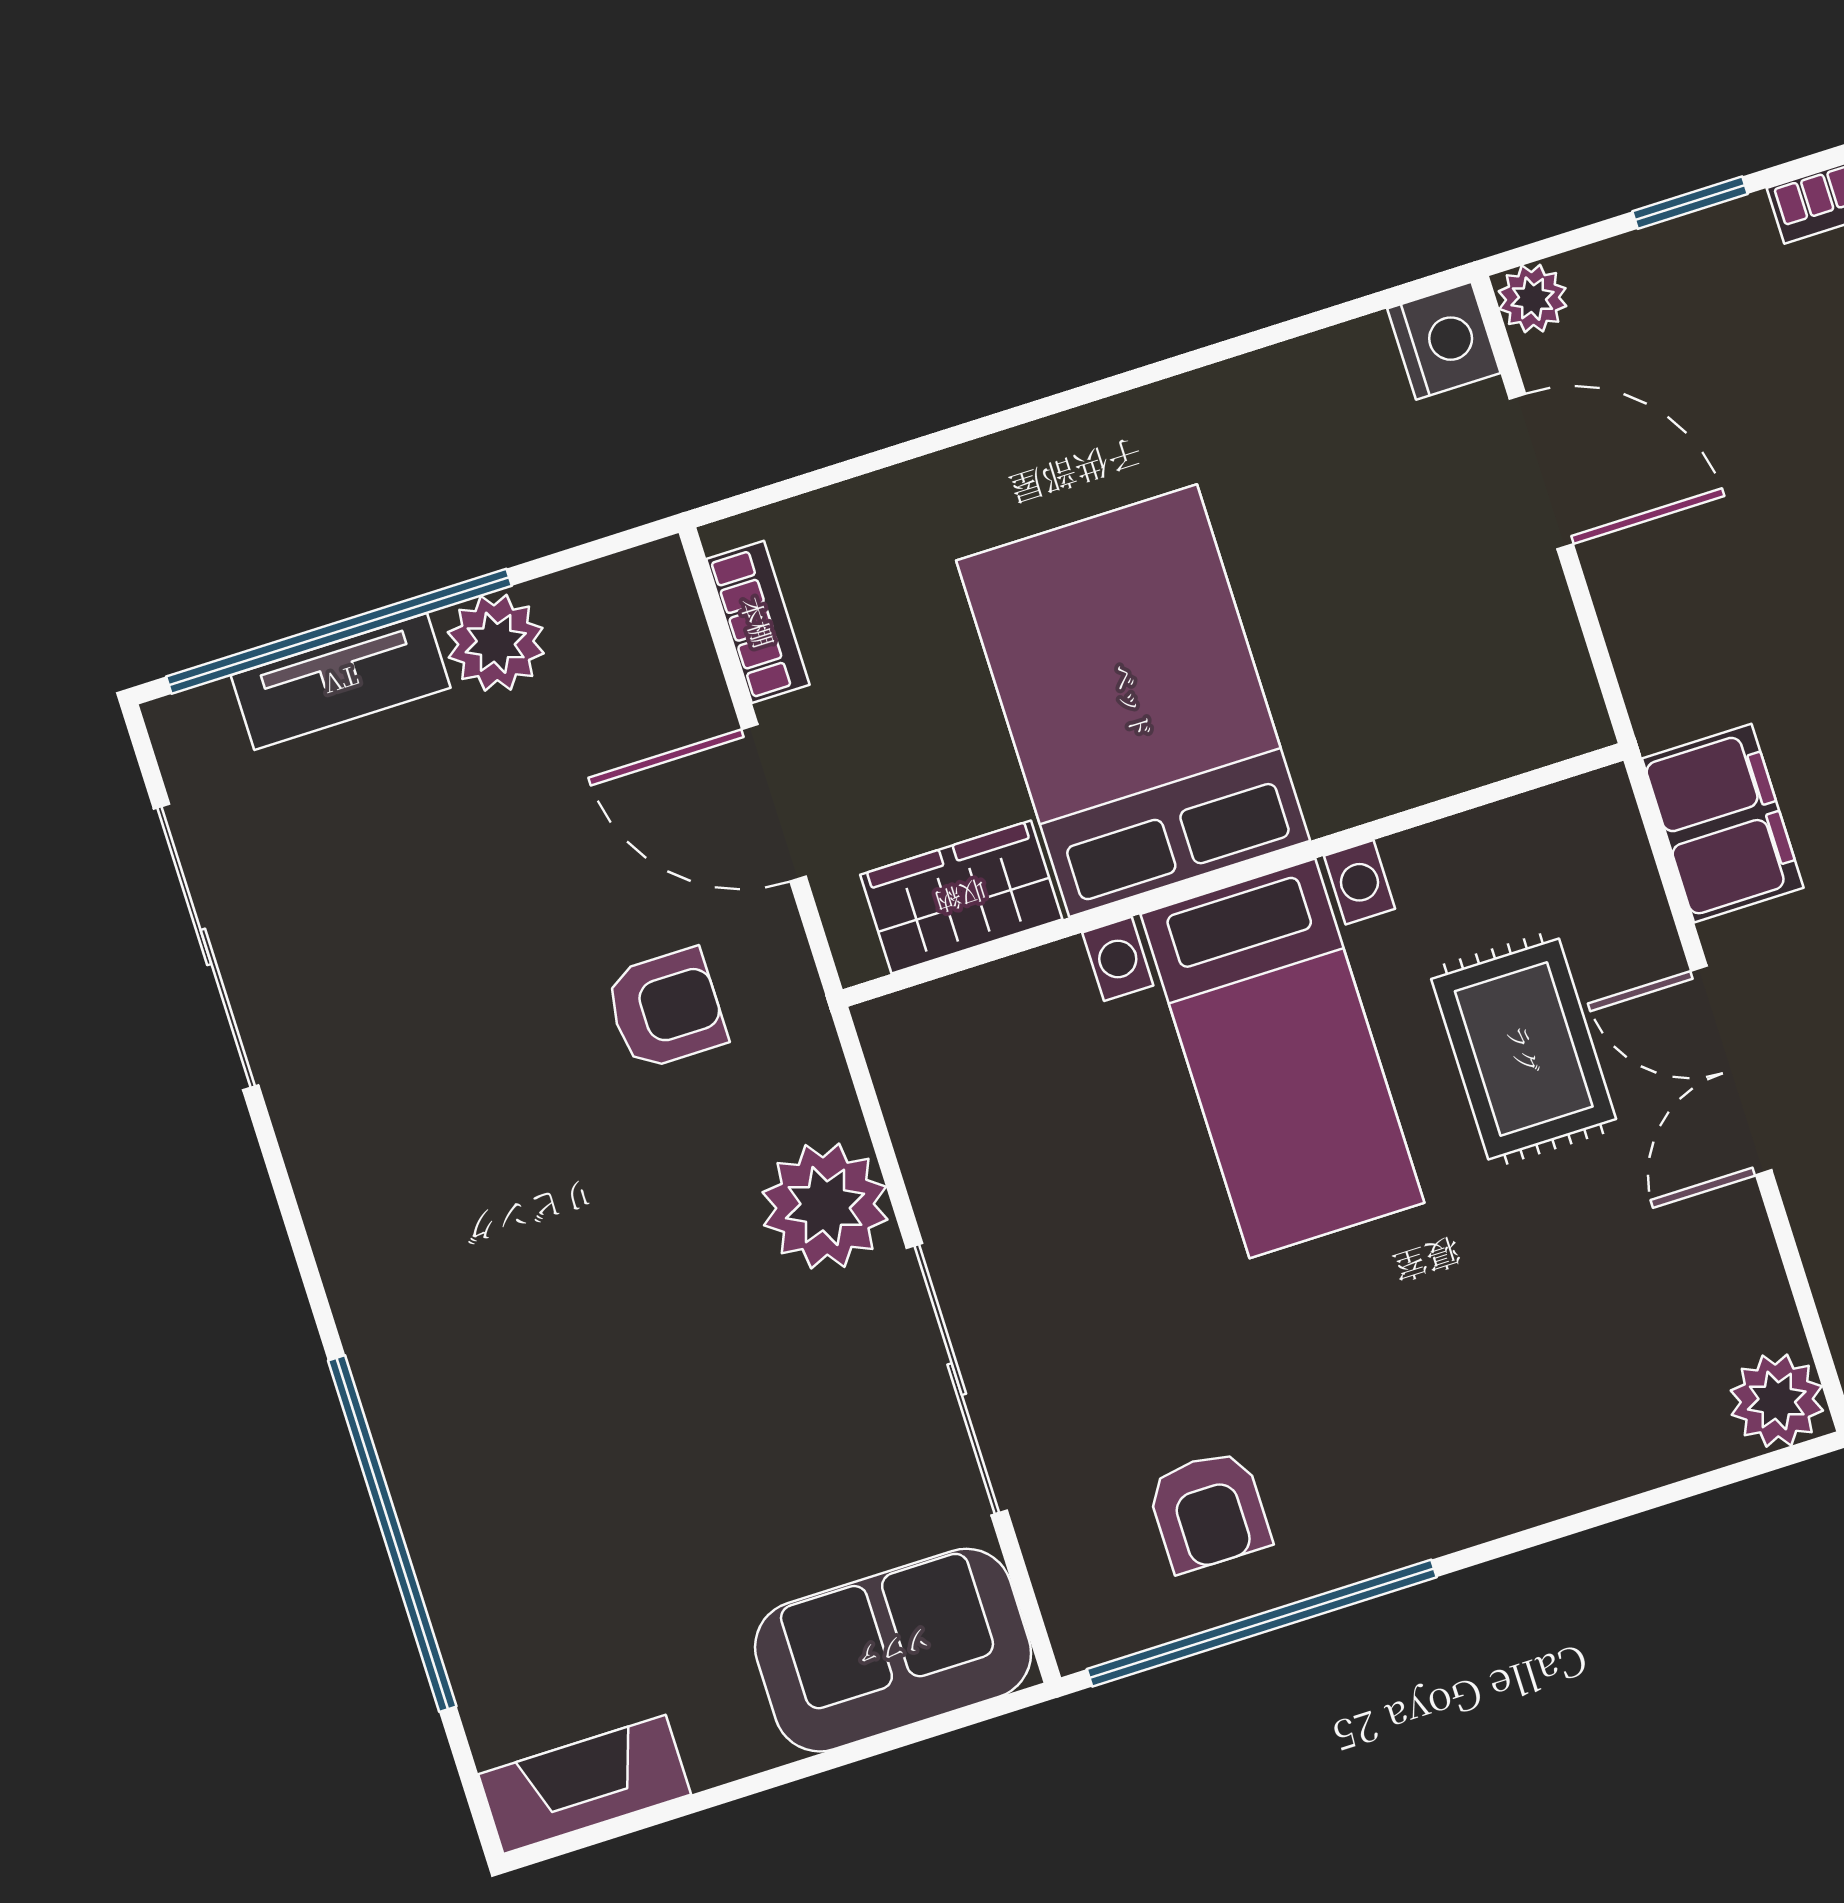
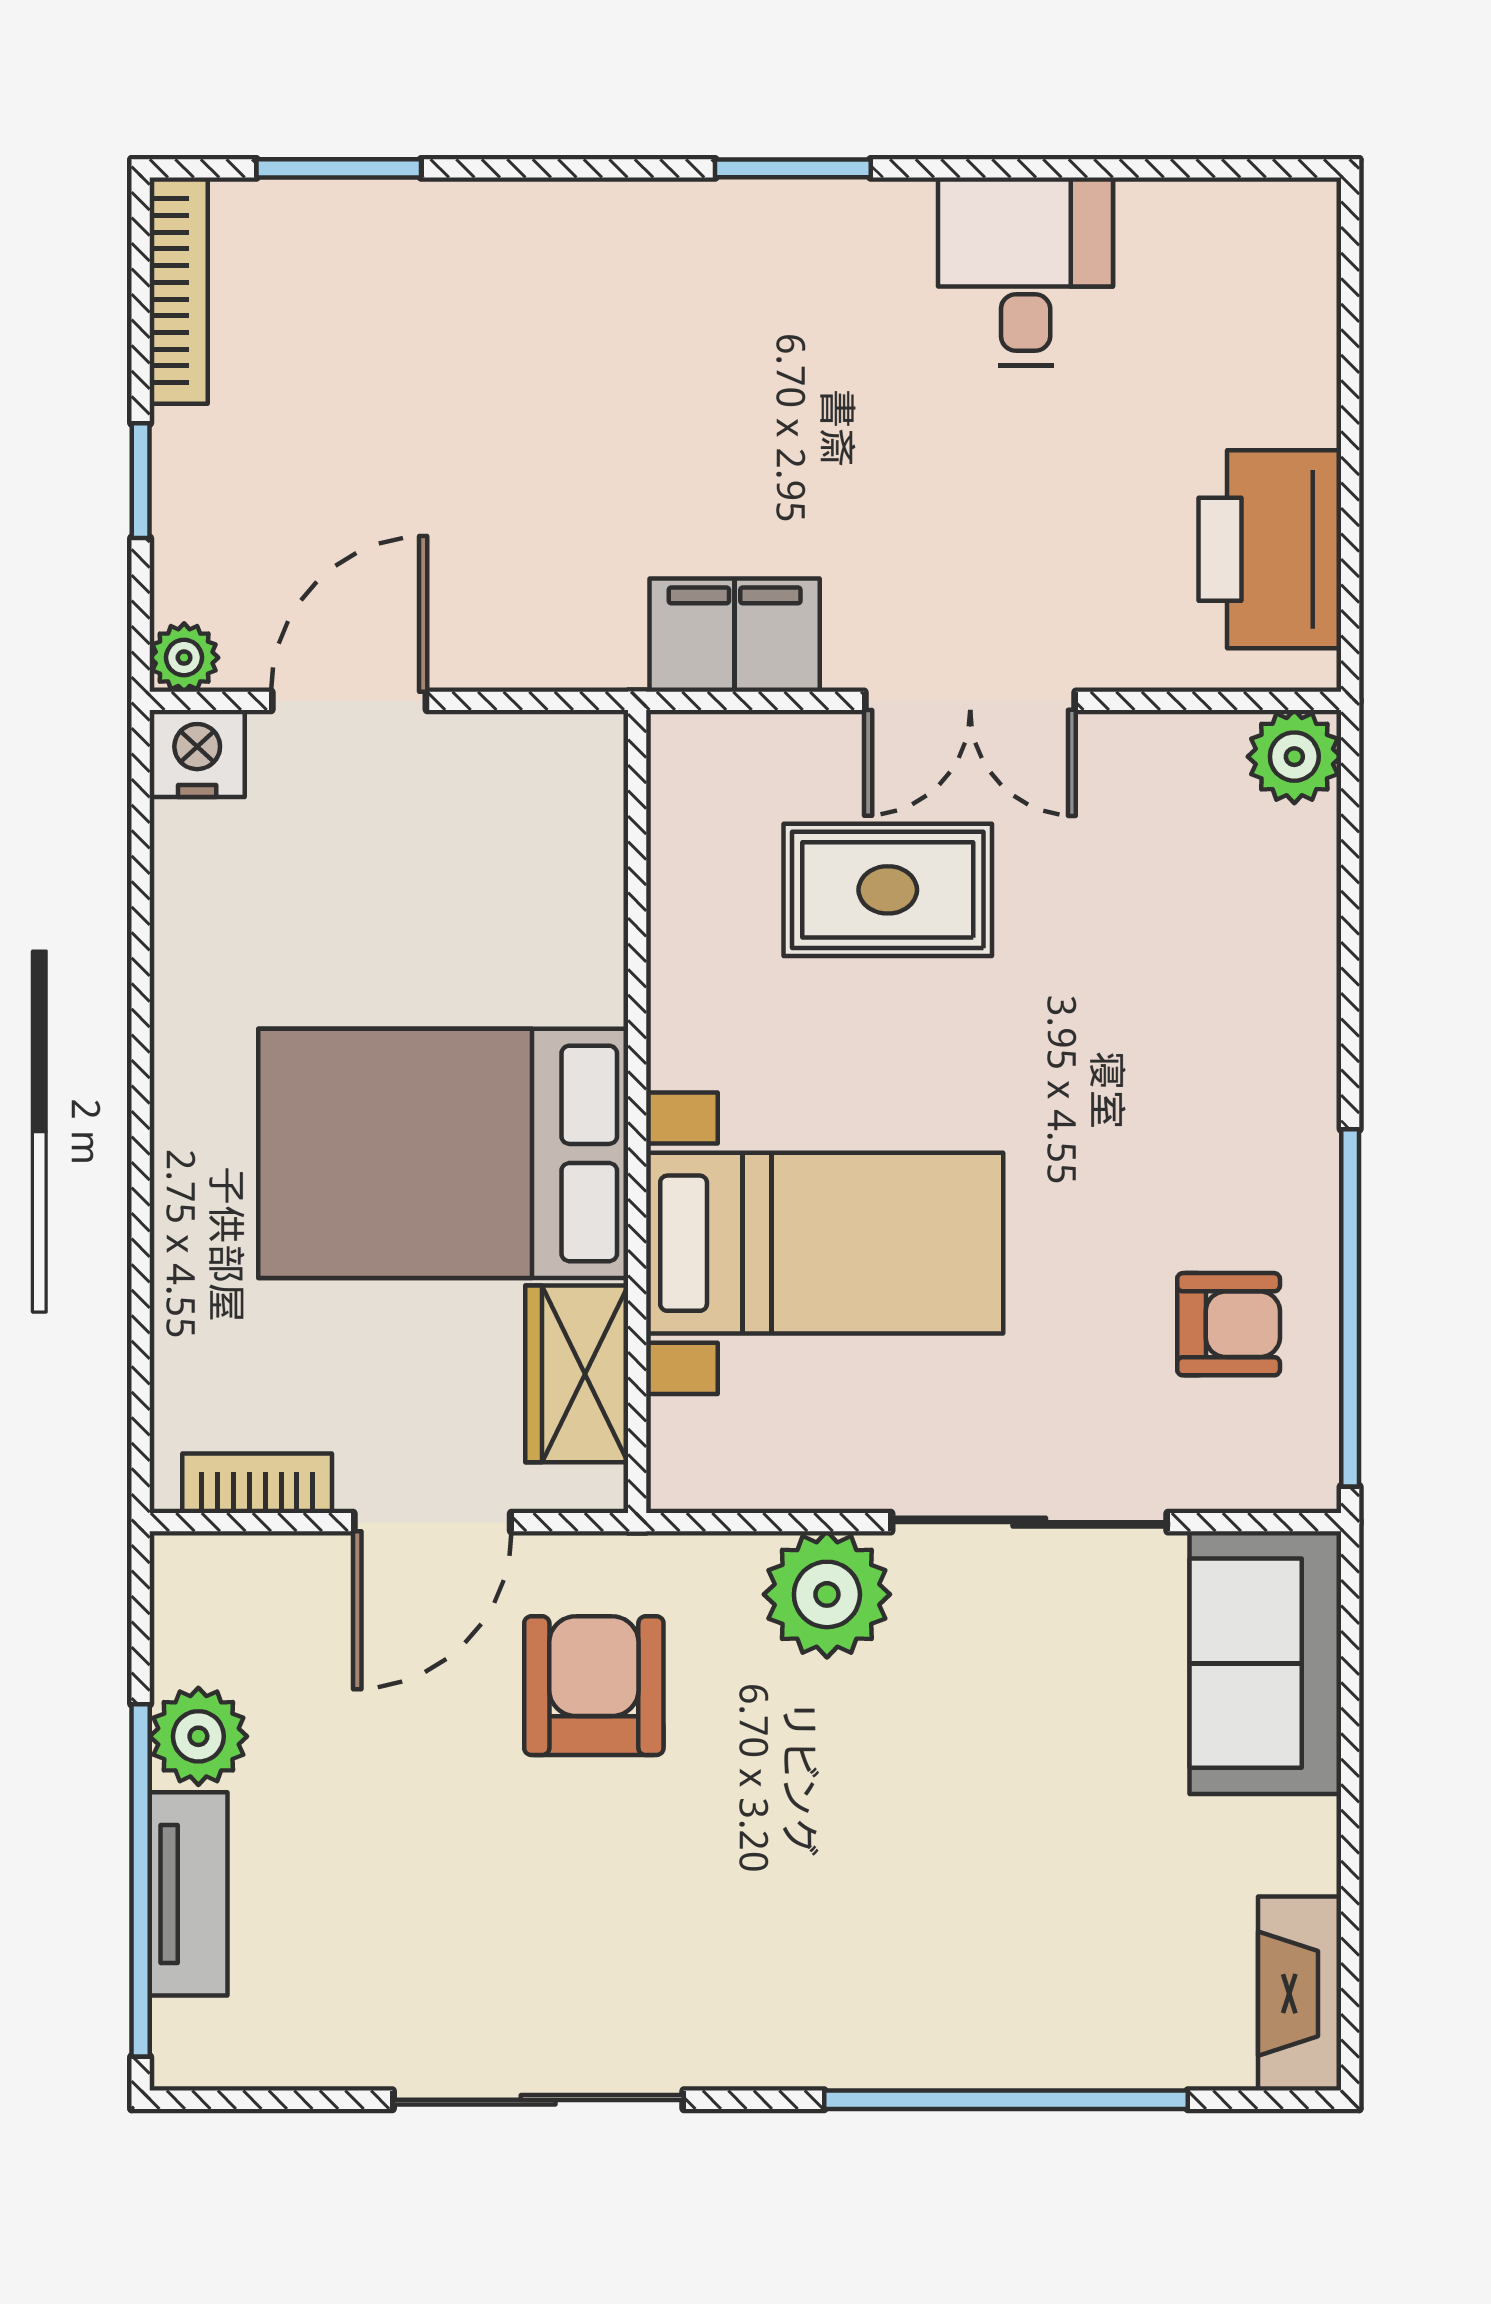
sliding door: (206, 947) -> (538, 2100), moved
armchair: (666, 1009) -> (594, 1686), width x1.38, depth x1.38
bed with nightstands: (1282, 1058) -> (825, 1243), moved

